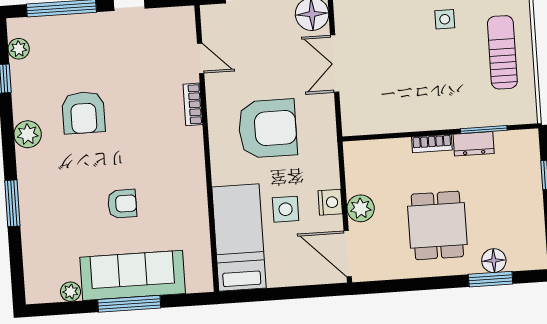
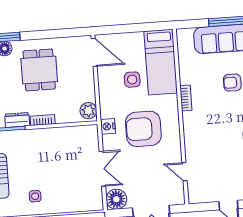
bookcase: (193, 104) -> (186, 98), moved
nightstand: (330, 202) -> (108, 126), moved
plant: (361, 208) -> (88, 111), moved

